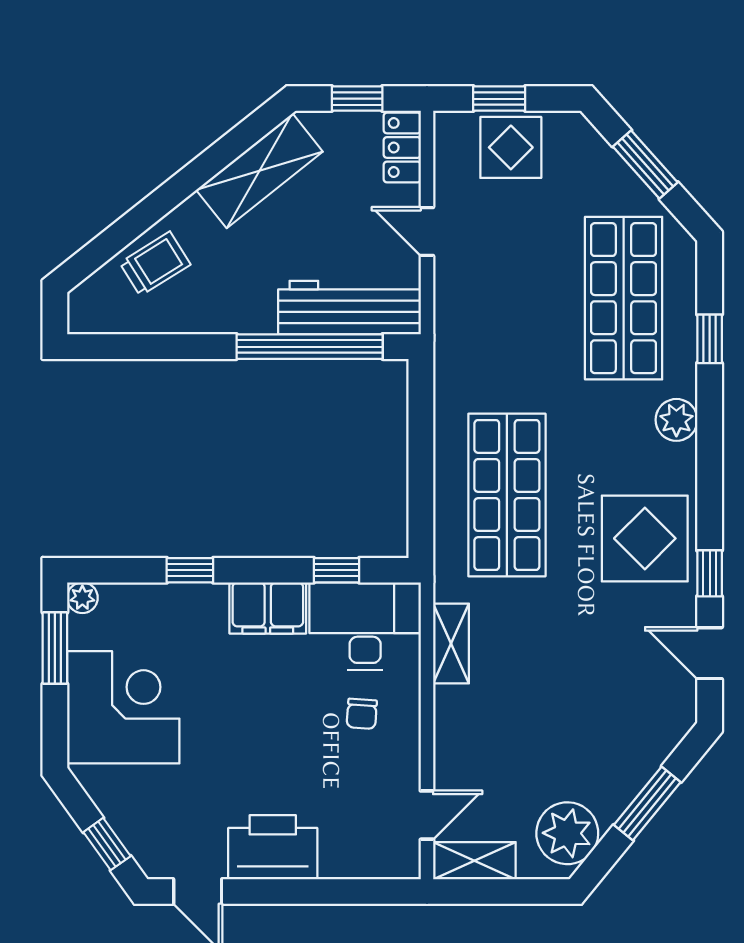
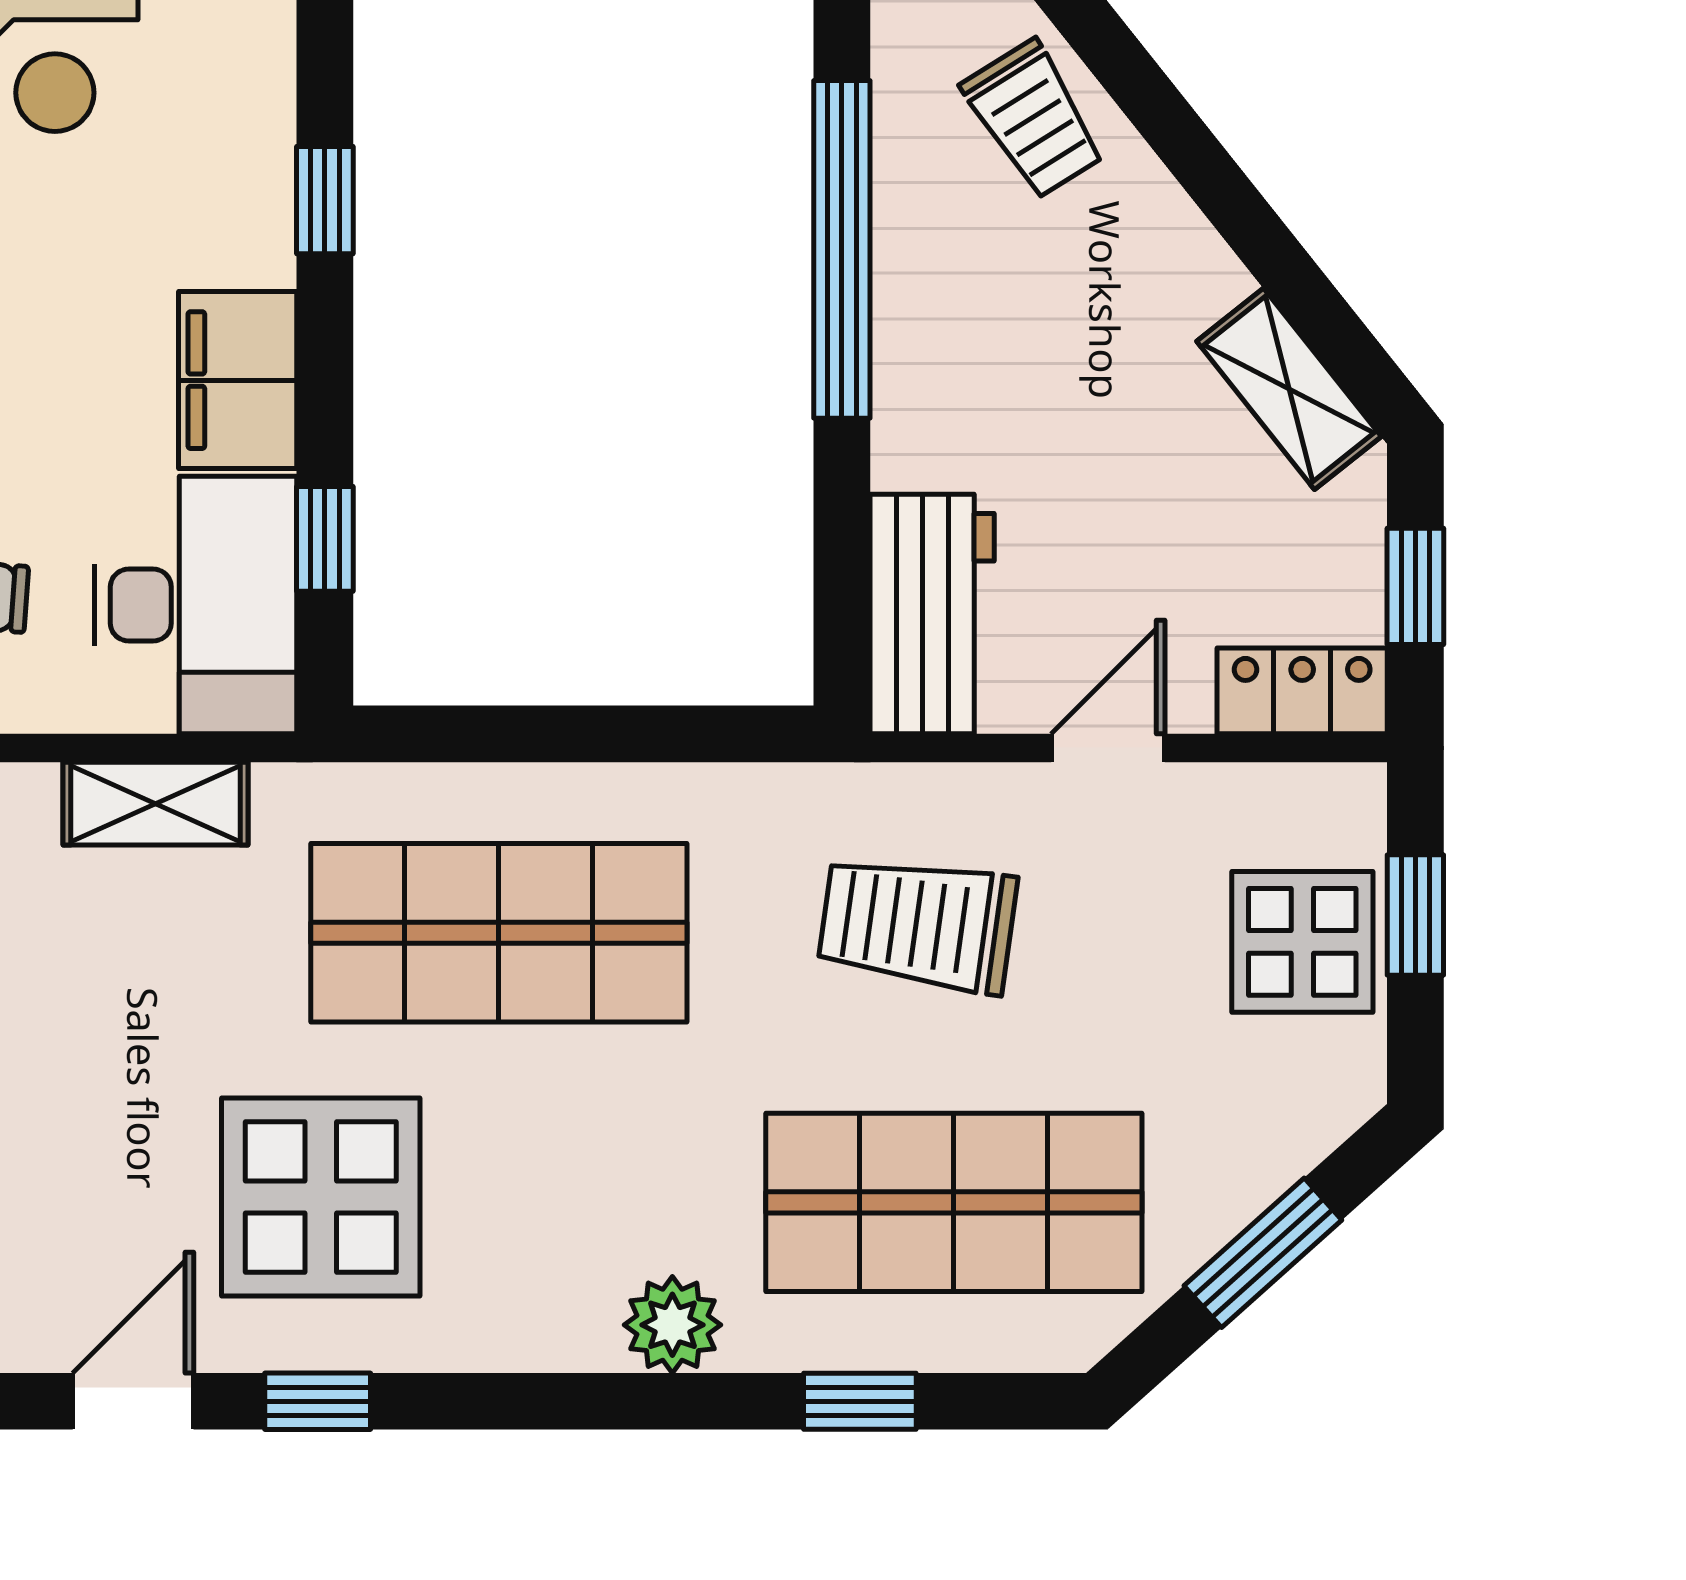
shelving: (259, 171) -> (1289, 389), width x0.67, depth x0.75
workbench: (350, 308) -> (932, 614), width x0.73
trolley: (503, 314) -> (918, 924), added
window: (310, 347) -> (842, 249), moved
display table: (645, 538) -> (321, 1197), moved

